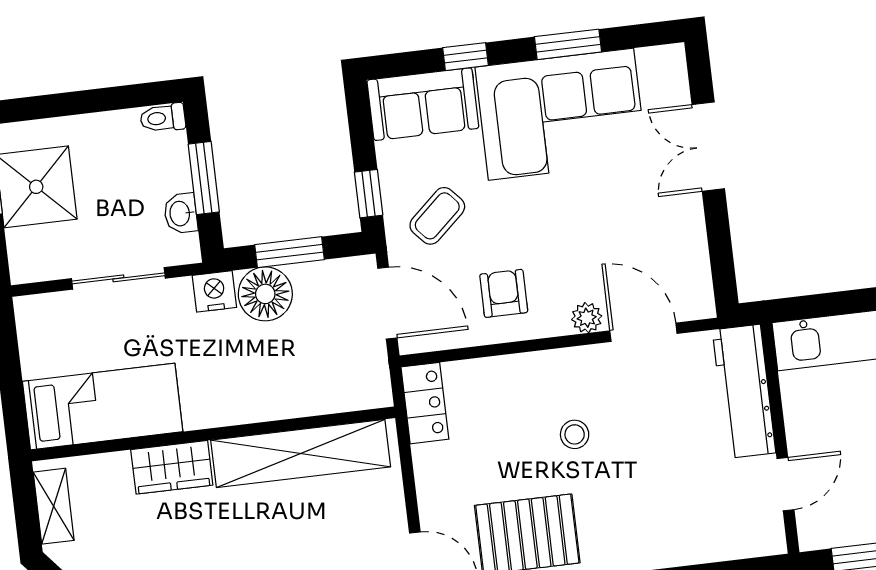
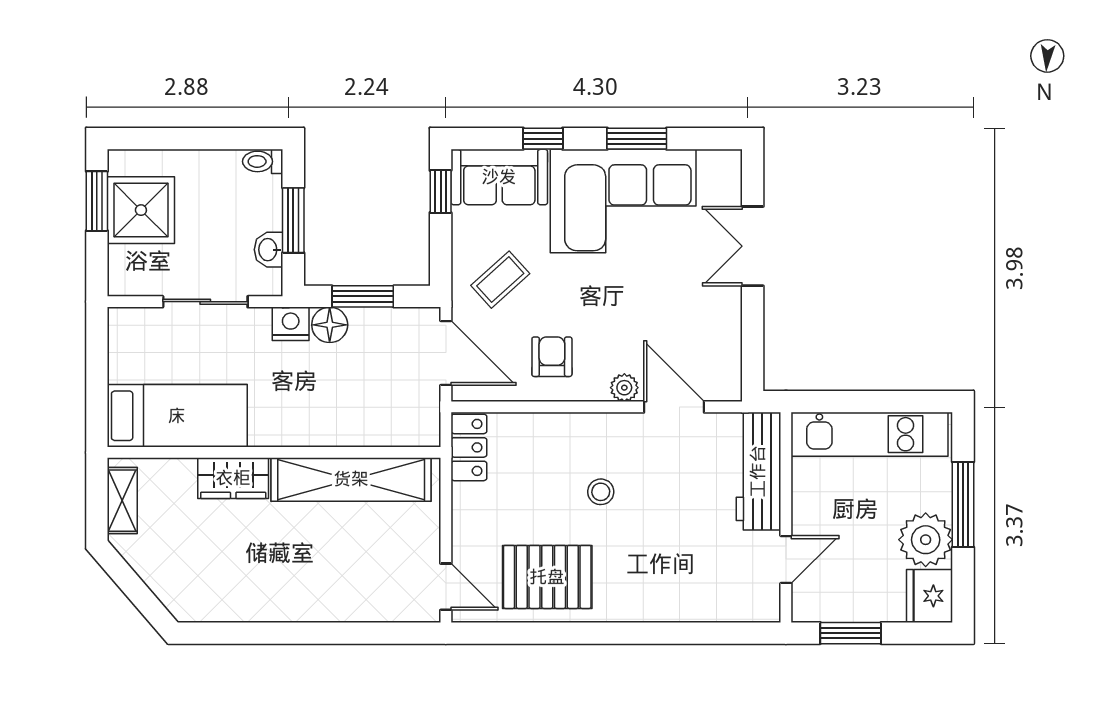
window: (369, 194) -> (441, 191), moved
floor lamp: (265, 294) -> (330, 325), width x0.73, depth x0.73

